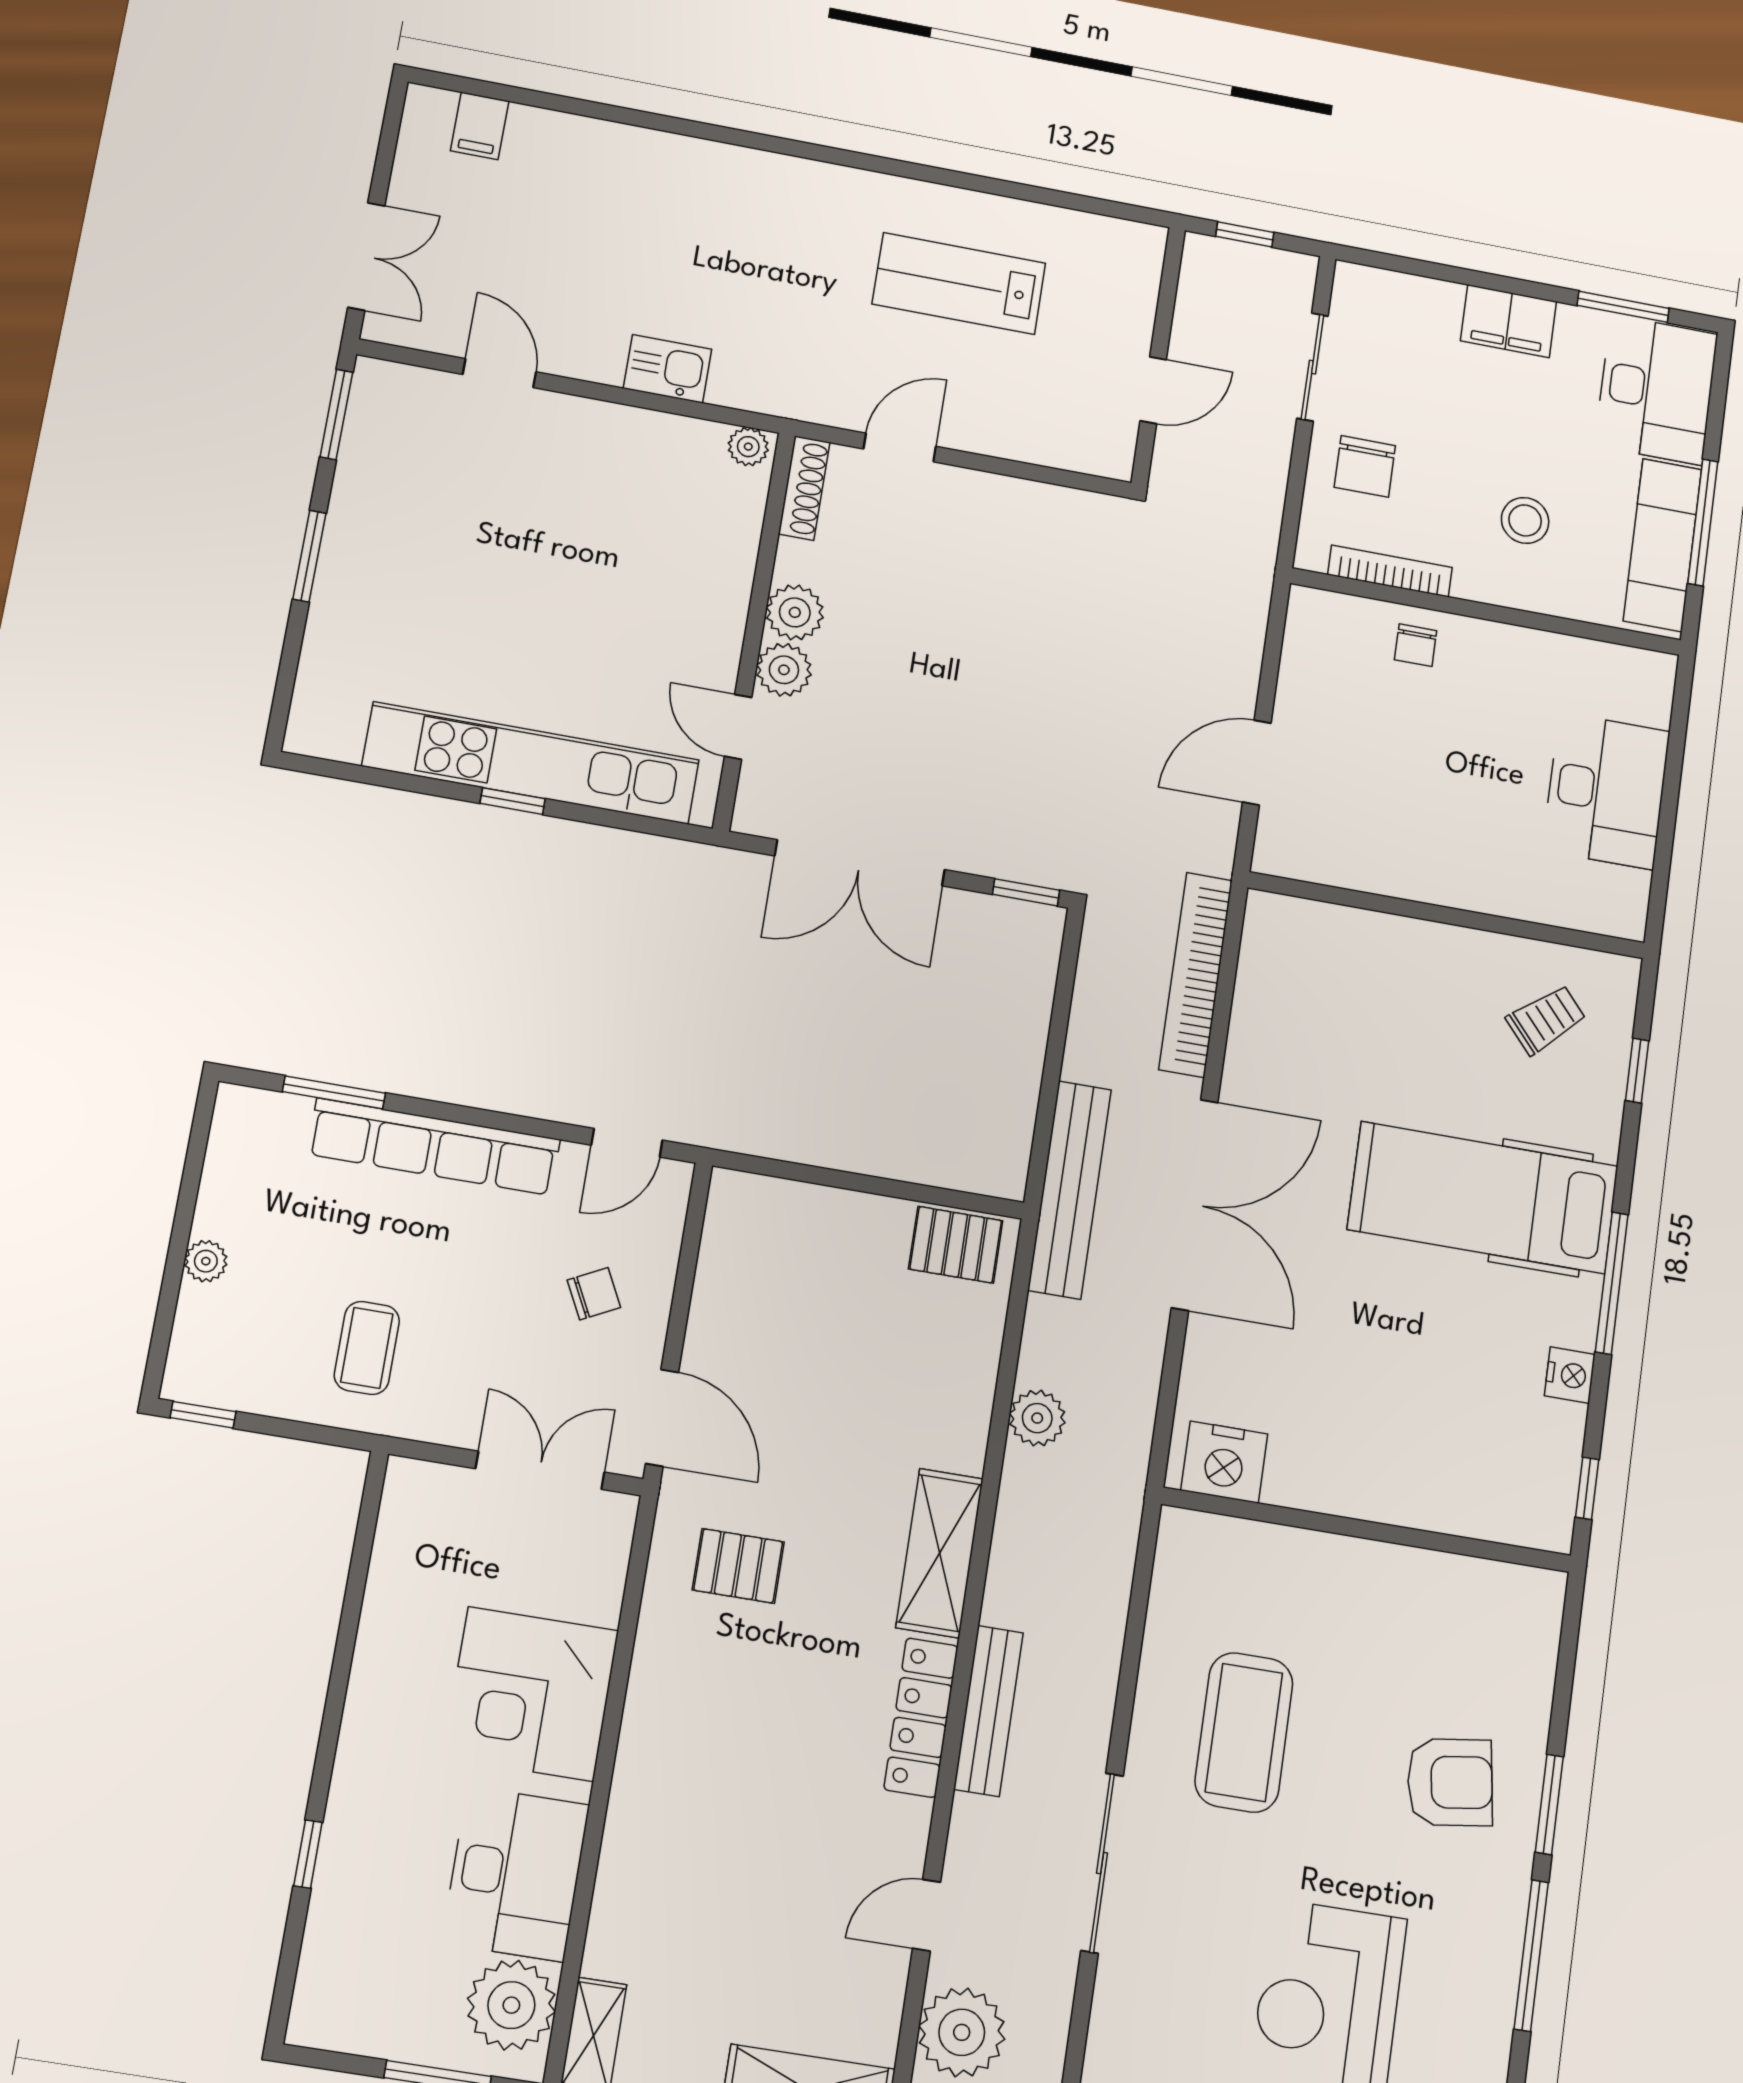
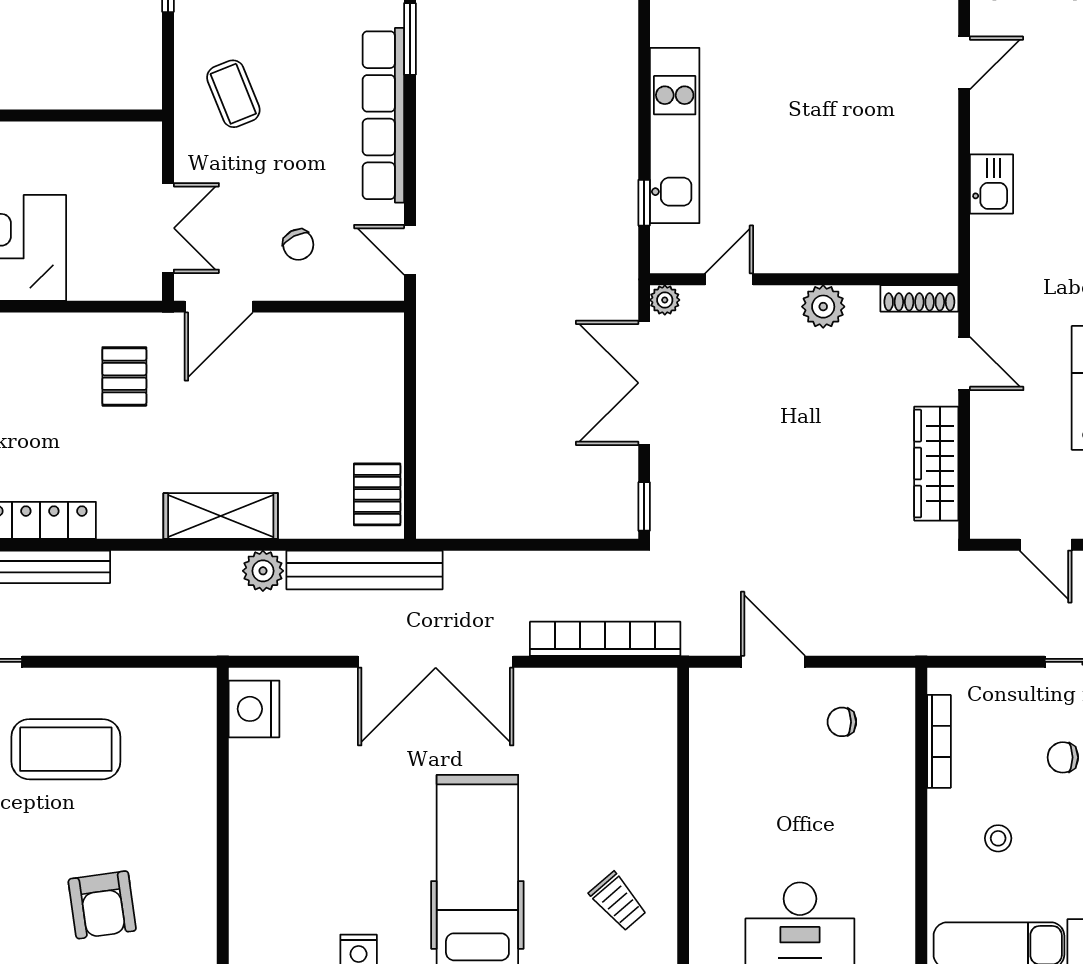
plant: (748, 447) -> (943, 253), removed
chair: (1365, 466) -> (1063, 757), moved, width x0.73, depth x0.73
wardrobe: (1026, 507) -> (936, 464), added
stool: (1525, 520) -> (998, 838), width x0.73, depth x0.73
chair: (1416, 645) -> (842, 722), moved
plant: (784, 670) -> (665, 300), moved, width x0.73, depth x0.73
kitchen unit: (531, 763) -> (675, 136), width x0.73
window: (513, 801) -> (644, 203), moved
bench: (1070, 1190) -> (364, 570), moved
coffee table: (367, 1348) -> (233, 94), turned 68
shelving: (940, 1553) -> (221, 516), moved
armchair: (1450, 1782) -> (102, 905), moved

